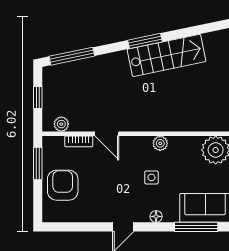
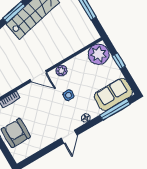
door: (107, 134) -> (38, 76), moved

